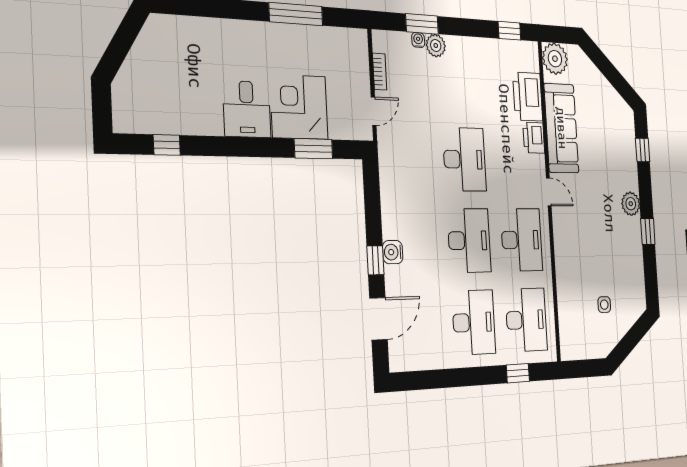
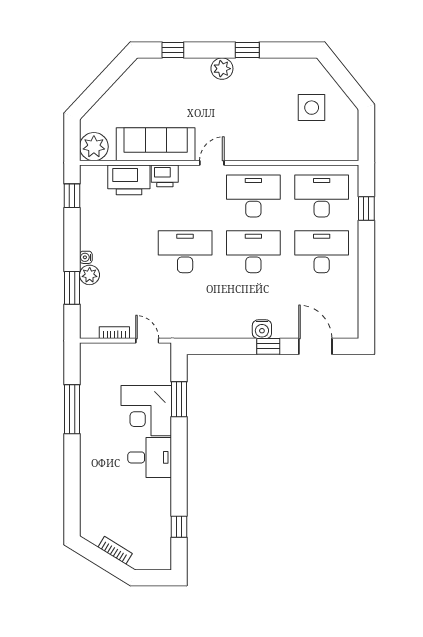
water cooler: (418, 40) -> (86, 257), moved
bookcase: (134, 59) -> (115, 550), added
side table: (604, 305) -> (312, 108), width x1.87, depth x1.87

